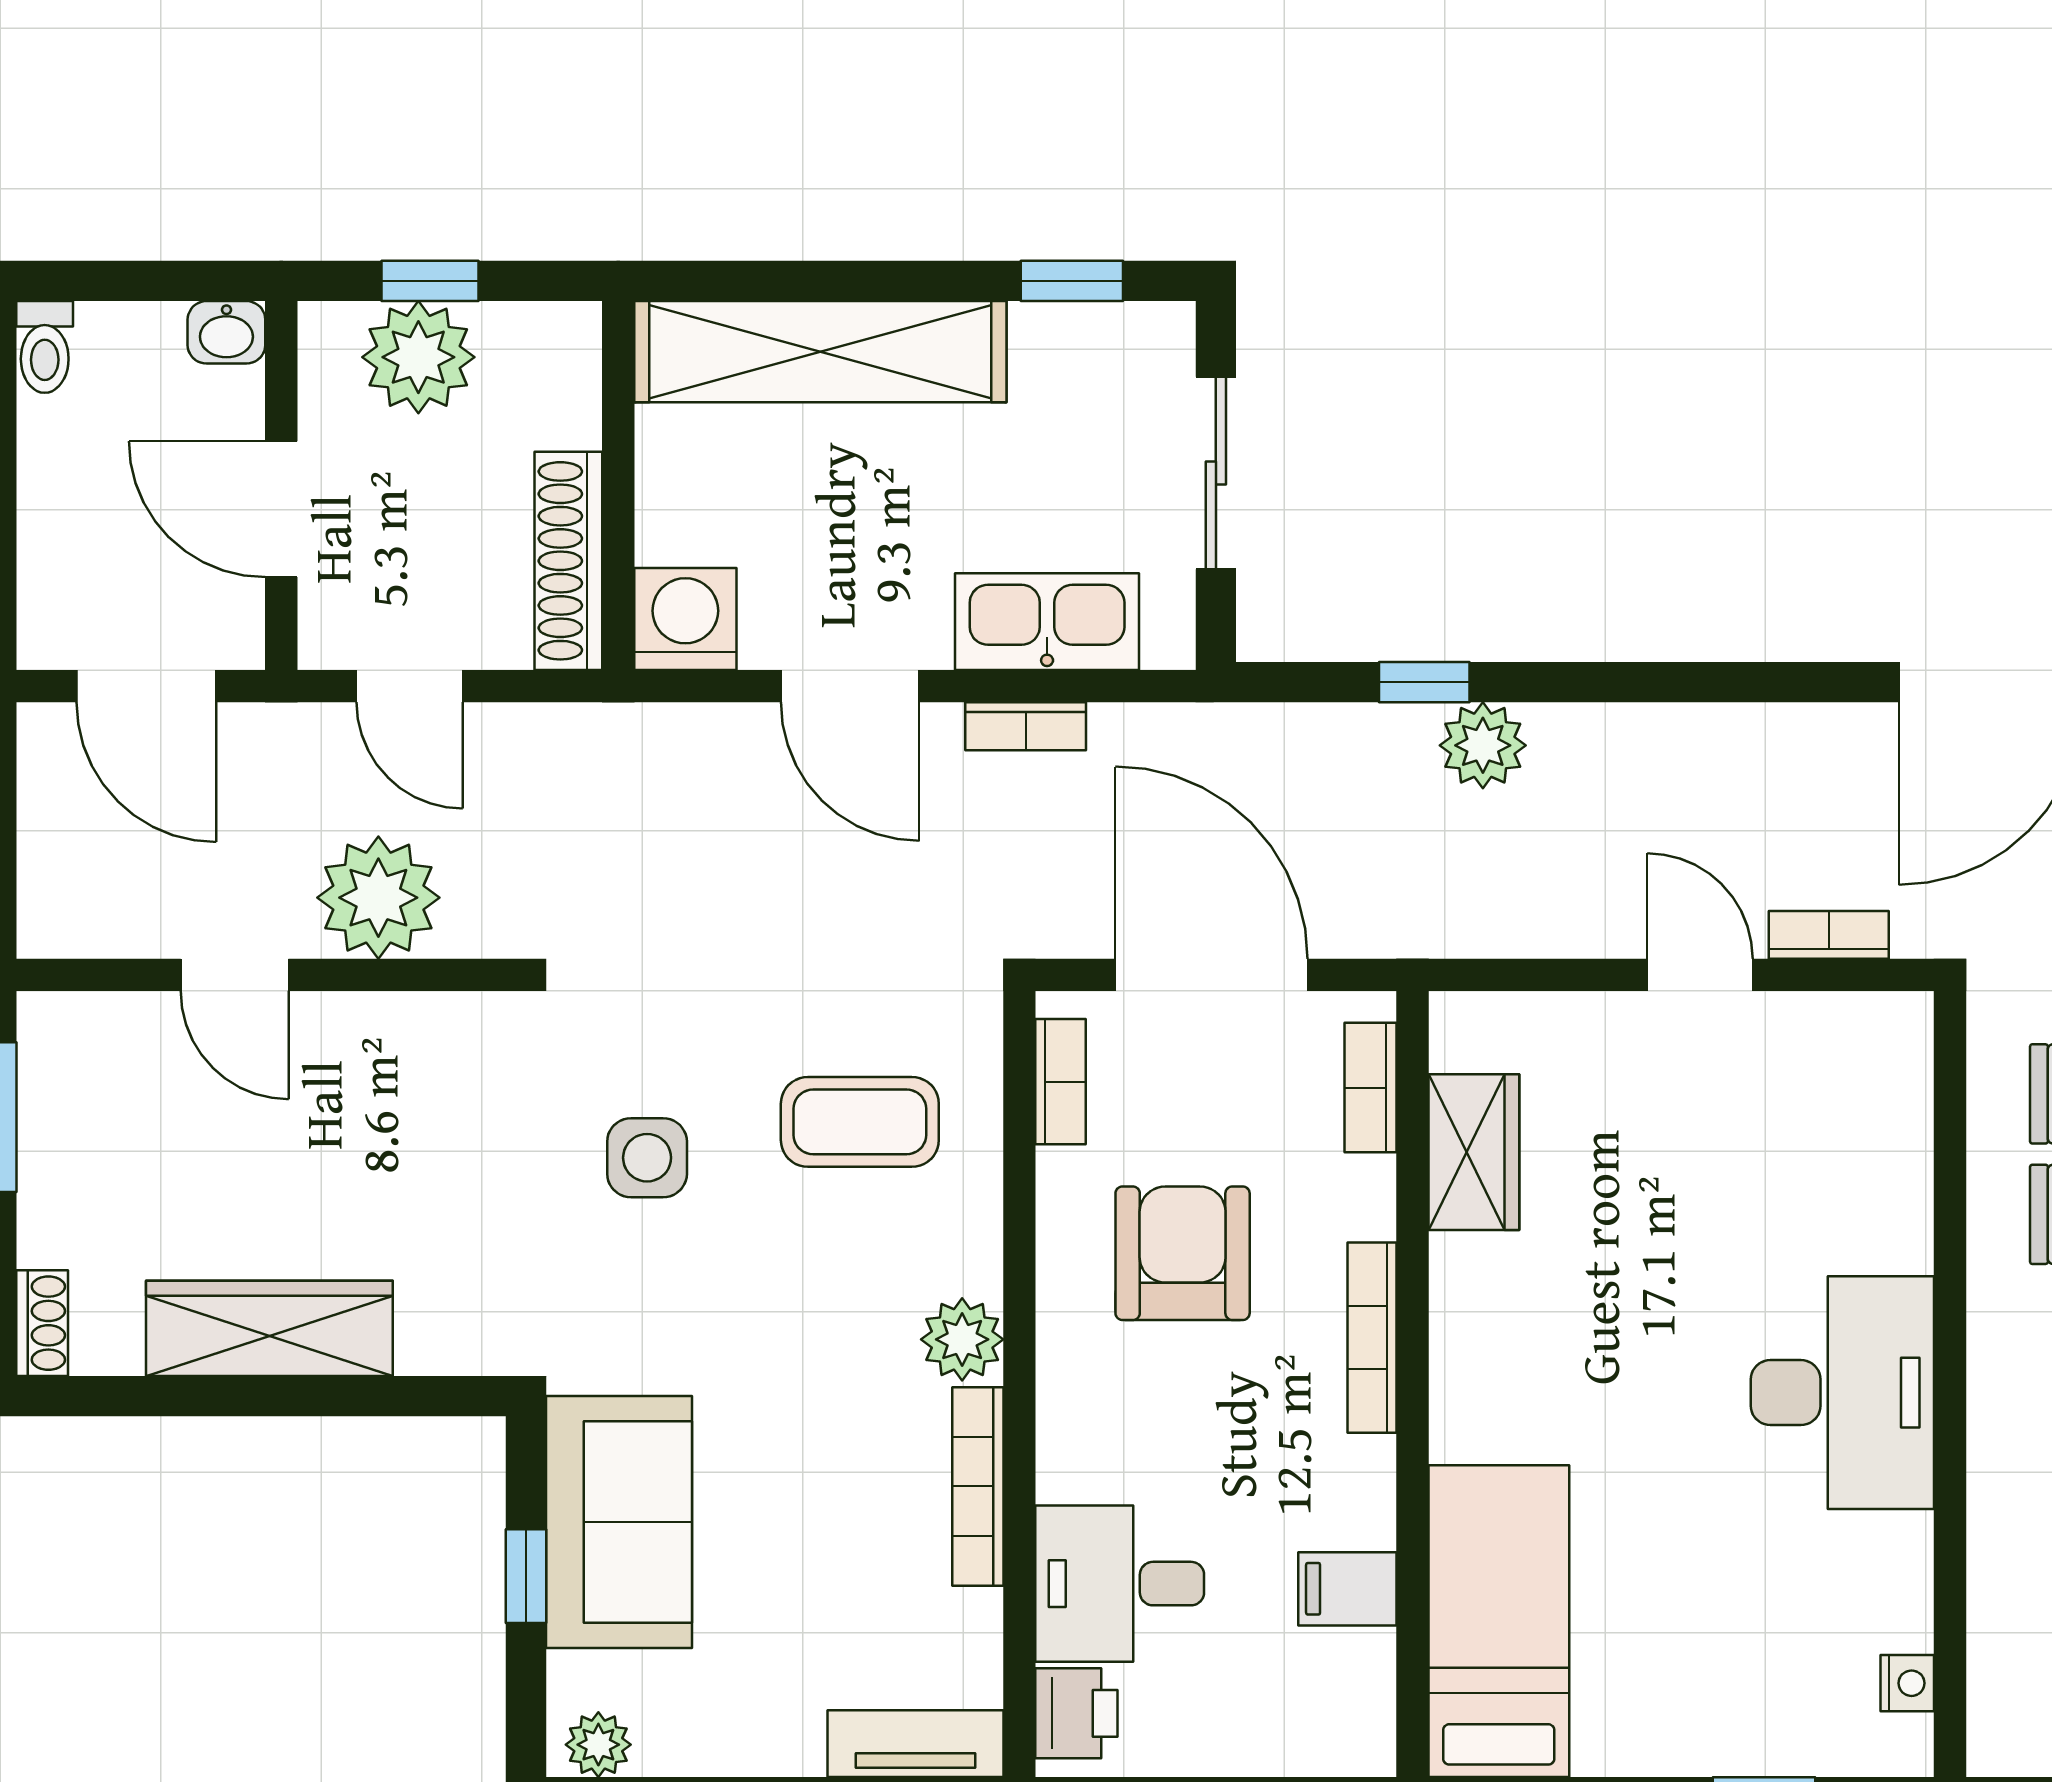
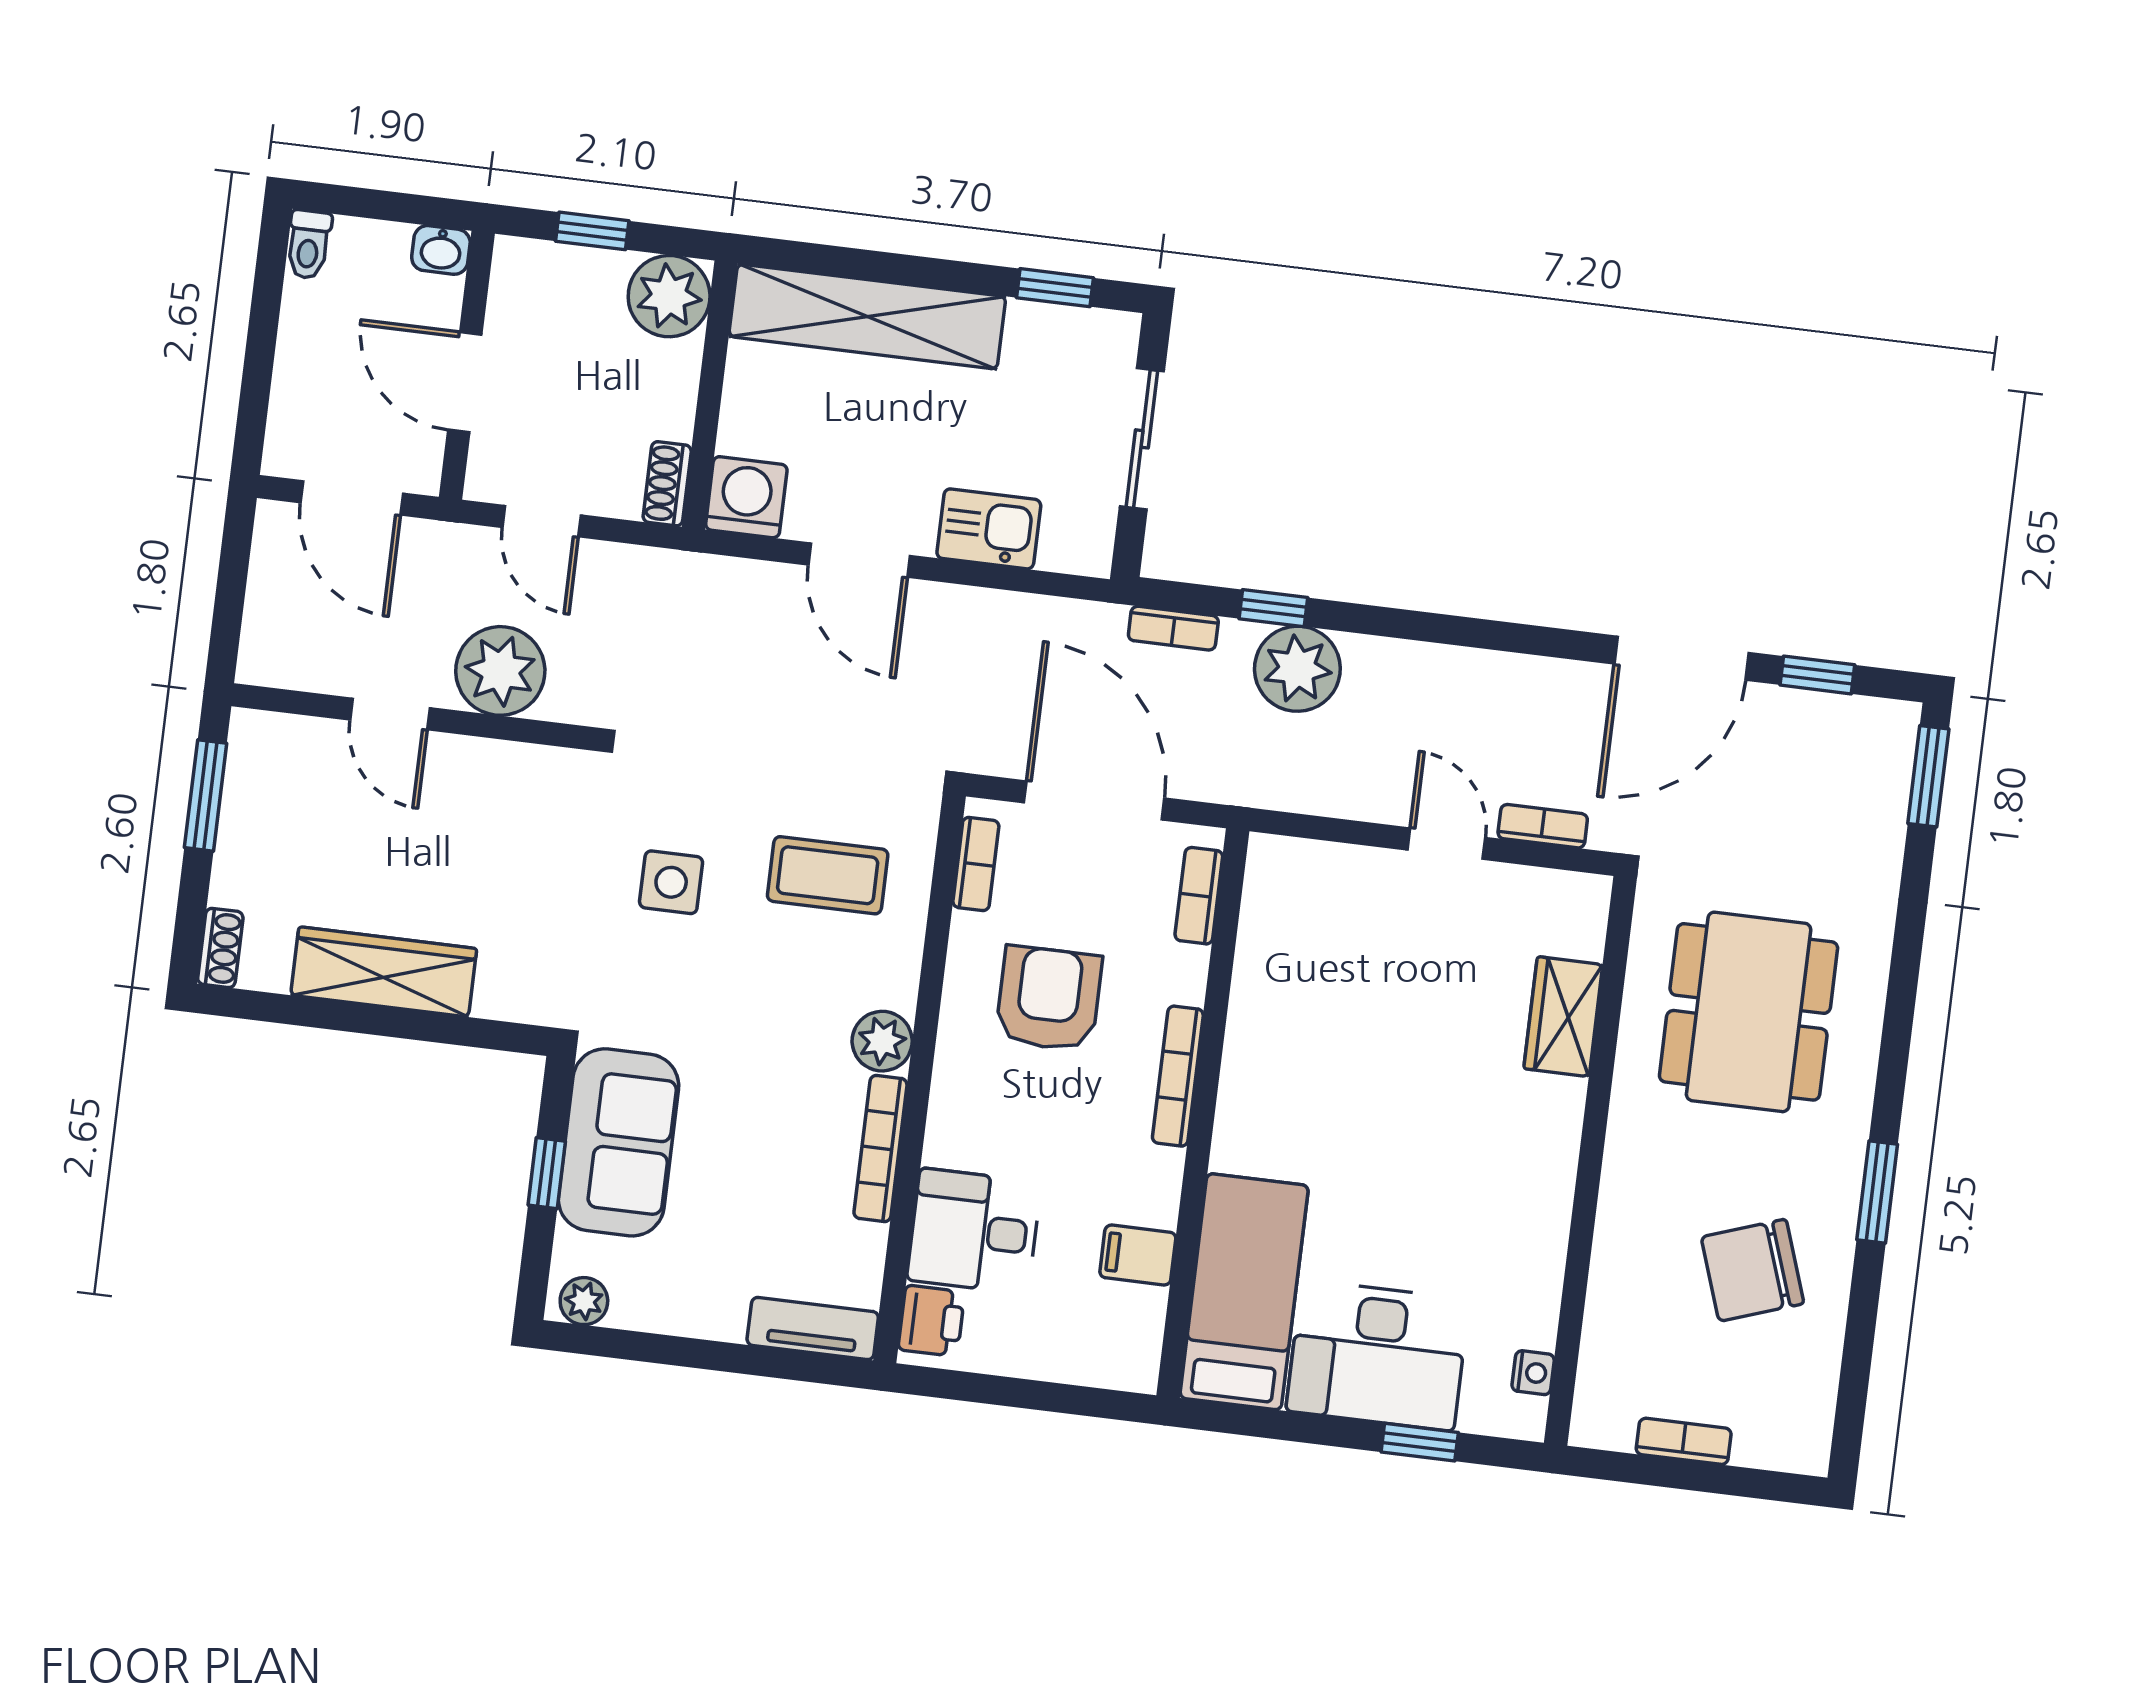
plant: (418, 357) -> (669, 296), moved
shoe rack: (568, 561) -> (667, 484), width x0.51, depth x0.81
kitchen sink: (1047, 622) -> (989, 529), width x0.73
bookcase: (1026, 726) -> (1173, 628), moved
plant: (1483, 745) -> (1297, 669), width x1.36, depth x1.36
wardrobe: (1474, 1152) -> (1563, 1017), moved, turned 180
desk: (1842, 1393) -> (1378, 1355), moved, turned 90

